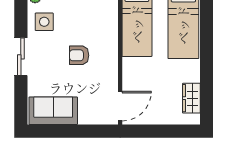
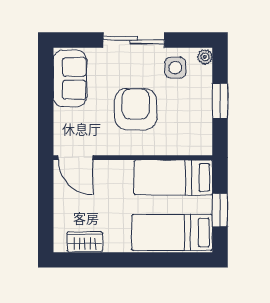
armchair: (79, 55) -> (136, 109), width x1.88, depth x1.88
sliding door: (21, 57) -> (134, 40), width x1.37

